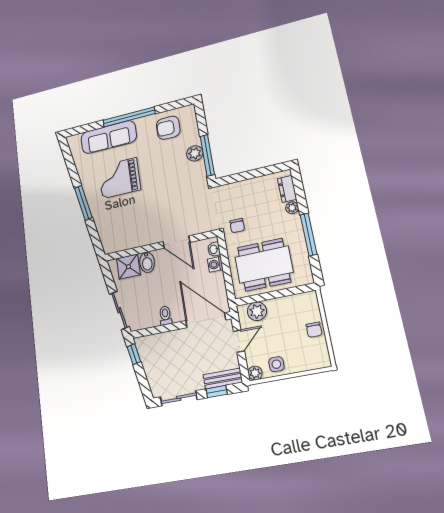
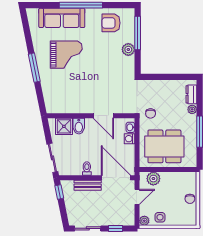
window: (207, 155) -> (138, 33), moved
grand piano: (119, 178) -> (66, 55), turned 180
bench: (223, 378) -> (88, 185), moved

